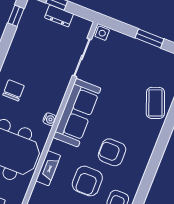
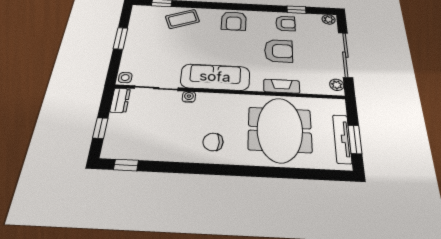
dresser: (59, 16) -> (120, 100), moved
water cooler: (50, 119) -> (189, 97), moved
armchair: (112, 152) -> (234, 21), moved

